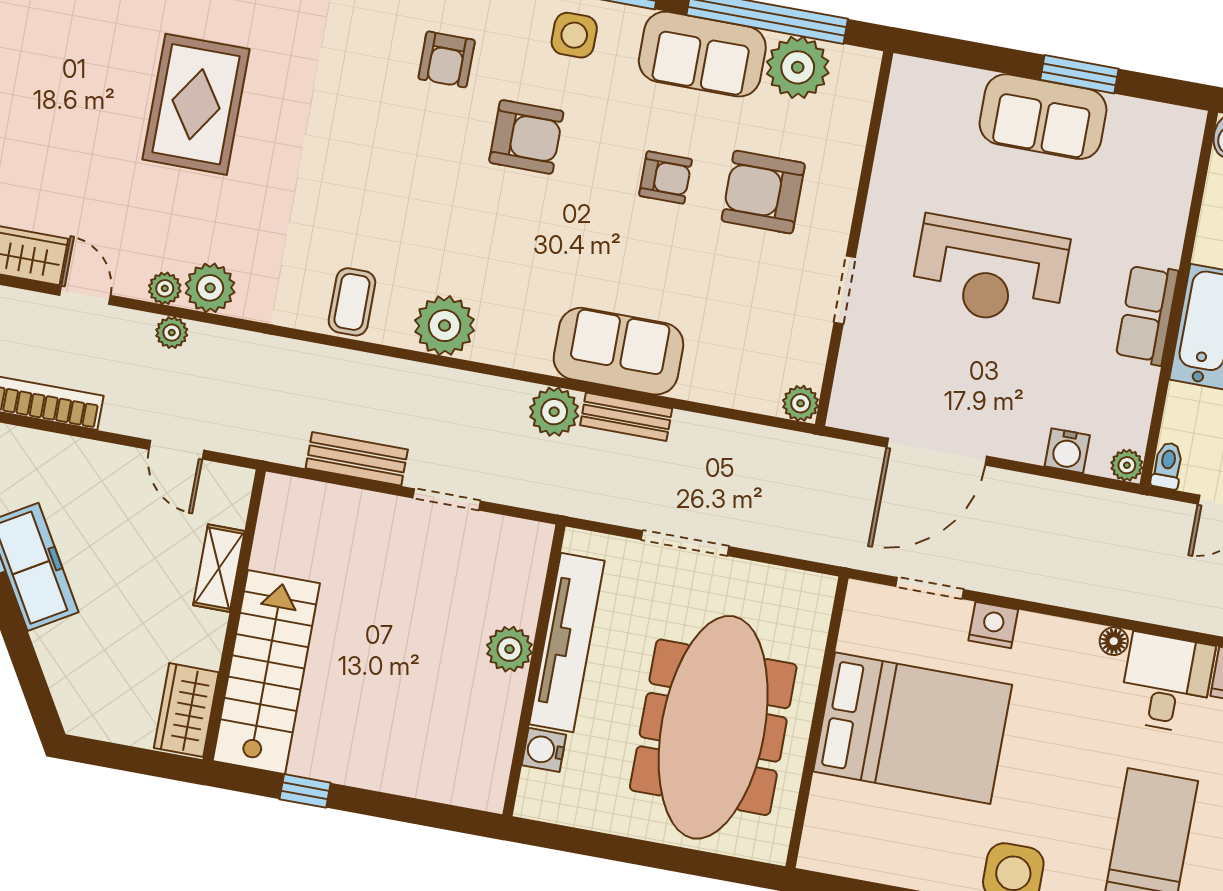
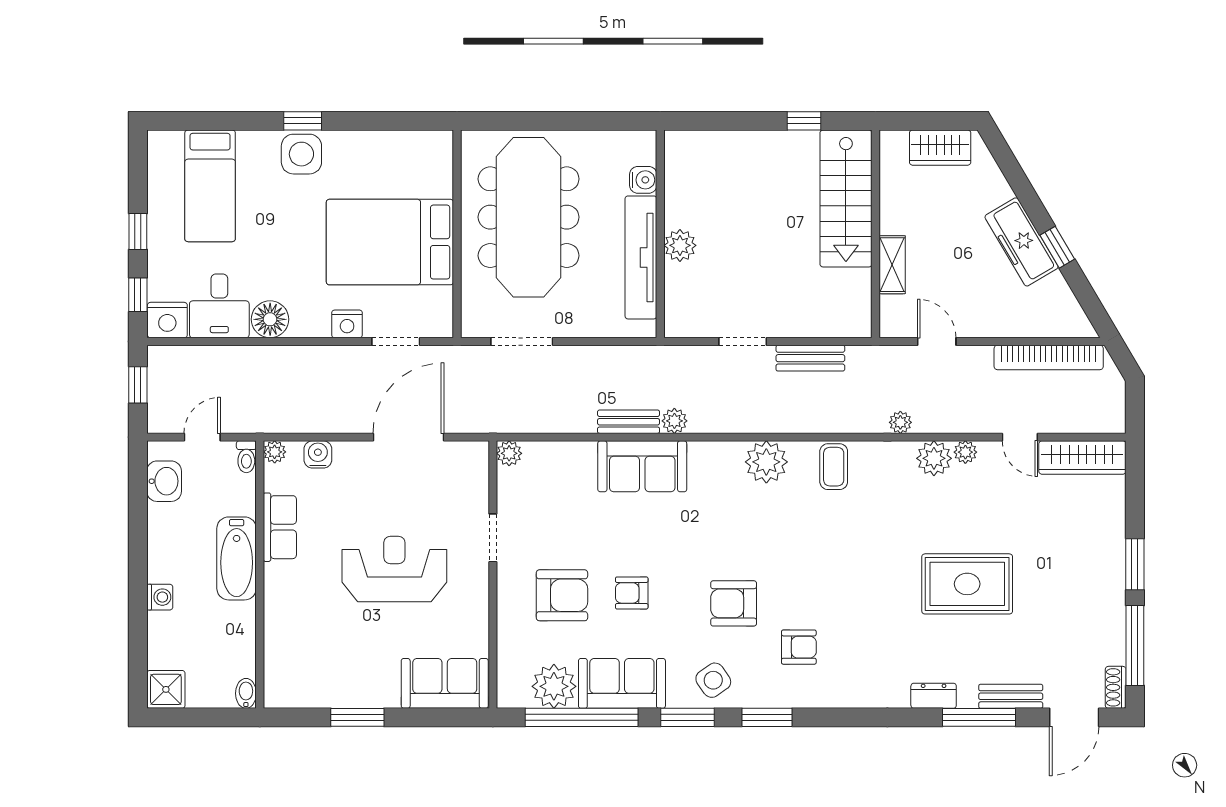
side table: (574, 35) -> (713, 680), turned -35
armchair: (447, 59) -> (799, 647), turned 90
rug: (196, 104) -> (967, 584), turned 90
sofa: (1043, 117) -> (445, 683), moved
row of seats: (1147, 314) -> (280, 527), moved
plant: (172, 333) -> (900, 422), moved
plant: (554, 412) -> (674, 421), width x0.73, depth x0.73
doorway: (685, 543) -> (522, 341), moved
floor lamp: (1114, 641) -> (270, 319), width x1.89, depth x1.89
wardrobe: (186, 710) -> (940, 148), moved, turned 90

